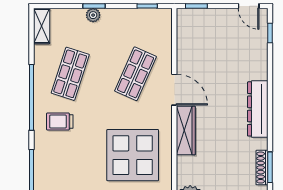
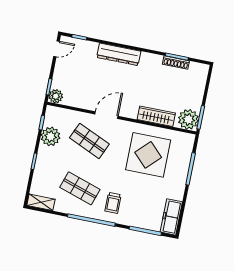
plant: (93, 15) -> (50, 136), moved, width x1.88, depth x1.88
plant: (186, 18) -> (56, 96), added
dresser: (258, 109) -> (119, 54), moved
wardrobe: (186, 131) -> (156, 116), moved

